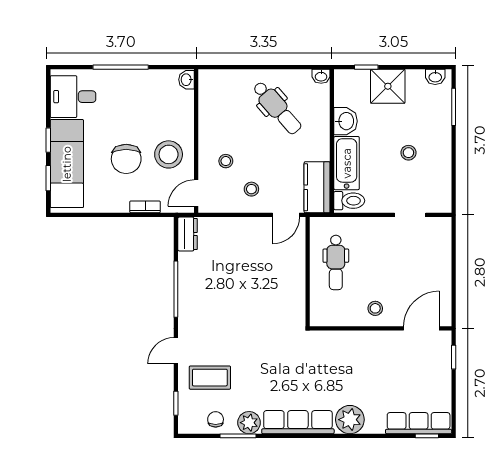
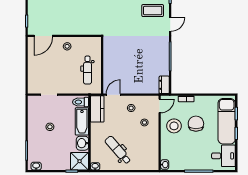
shower: (388, 86) -> (80, 161), moved
dental chair: (336, 262) -> (87, 70), turned 180

